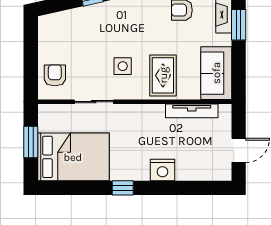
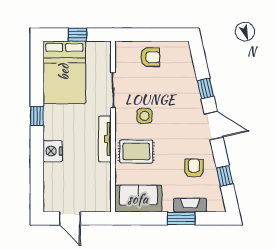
armchair: (55, 75) -> (150, 57), moved
tv unit: (192, 111) -> (105, 139), moved
window: (31, 142) -> (77, 35), width x0.67

